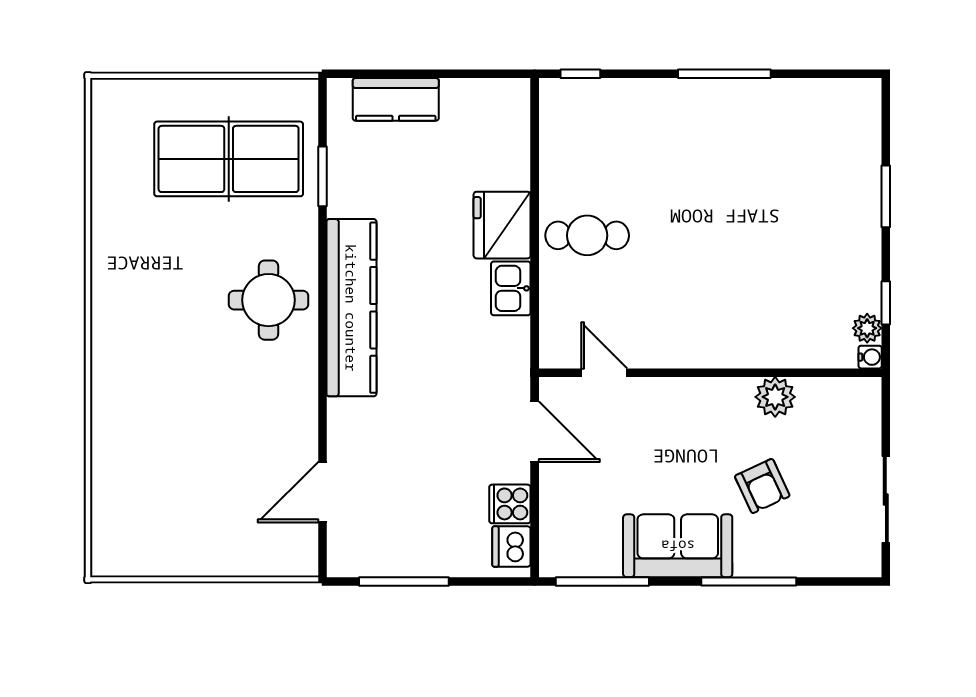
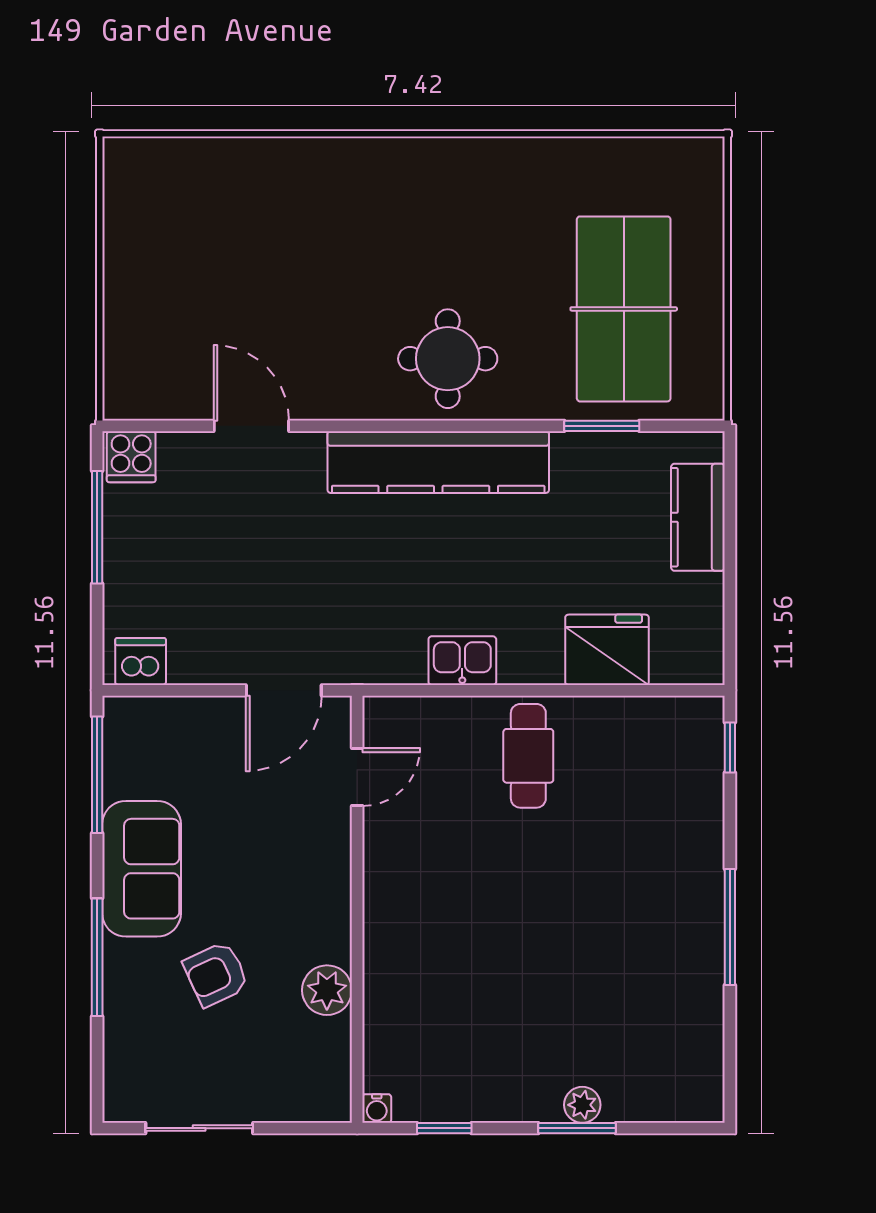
fridge: (502, 225) -> (607, 650), moved
plant: (867, 328) -> (582, 1105), moved
door: (322, 492) -> (251, 426), moved
cooker: (510, 504) -> (131, 457), moved, turned 180

